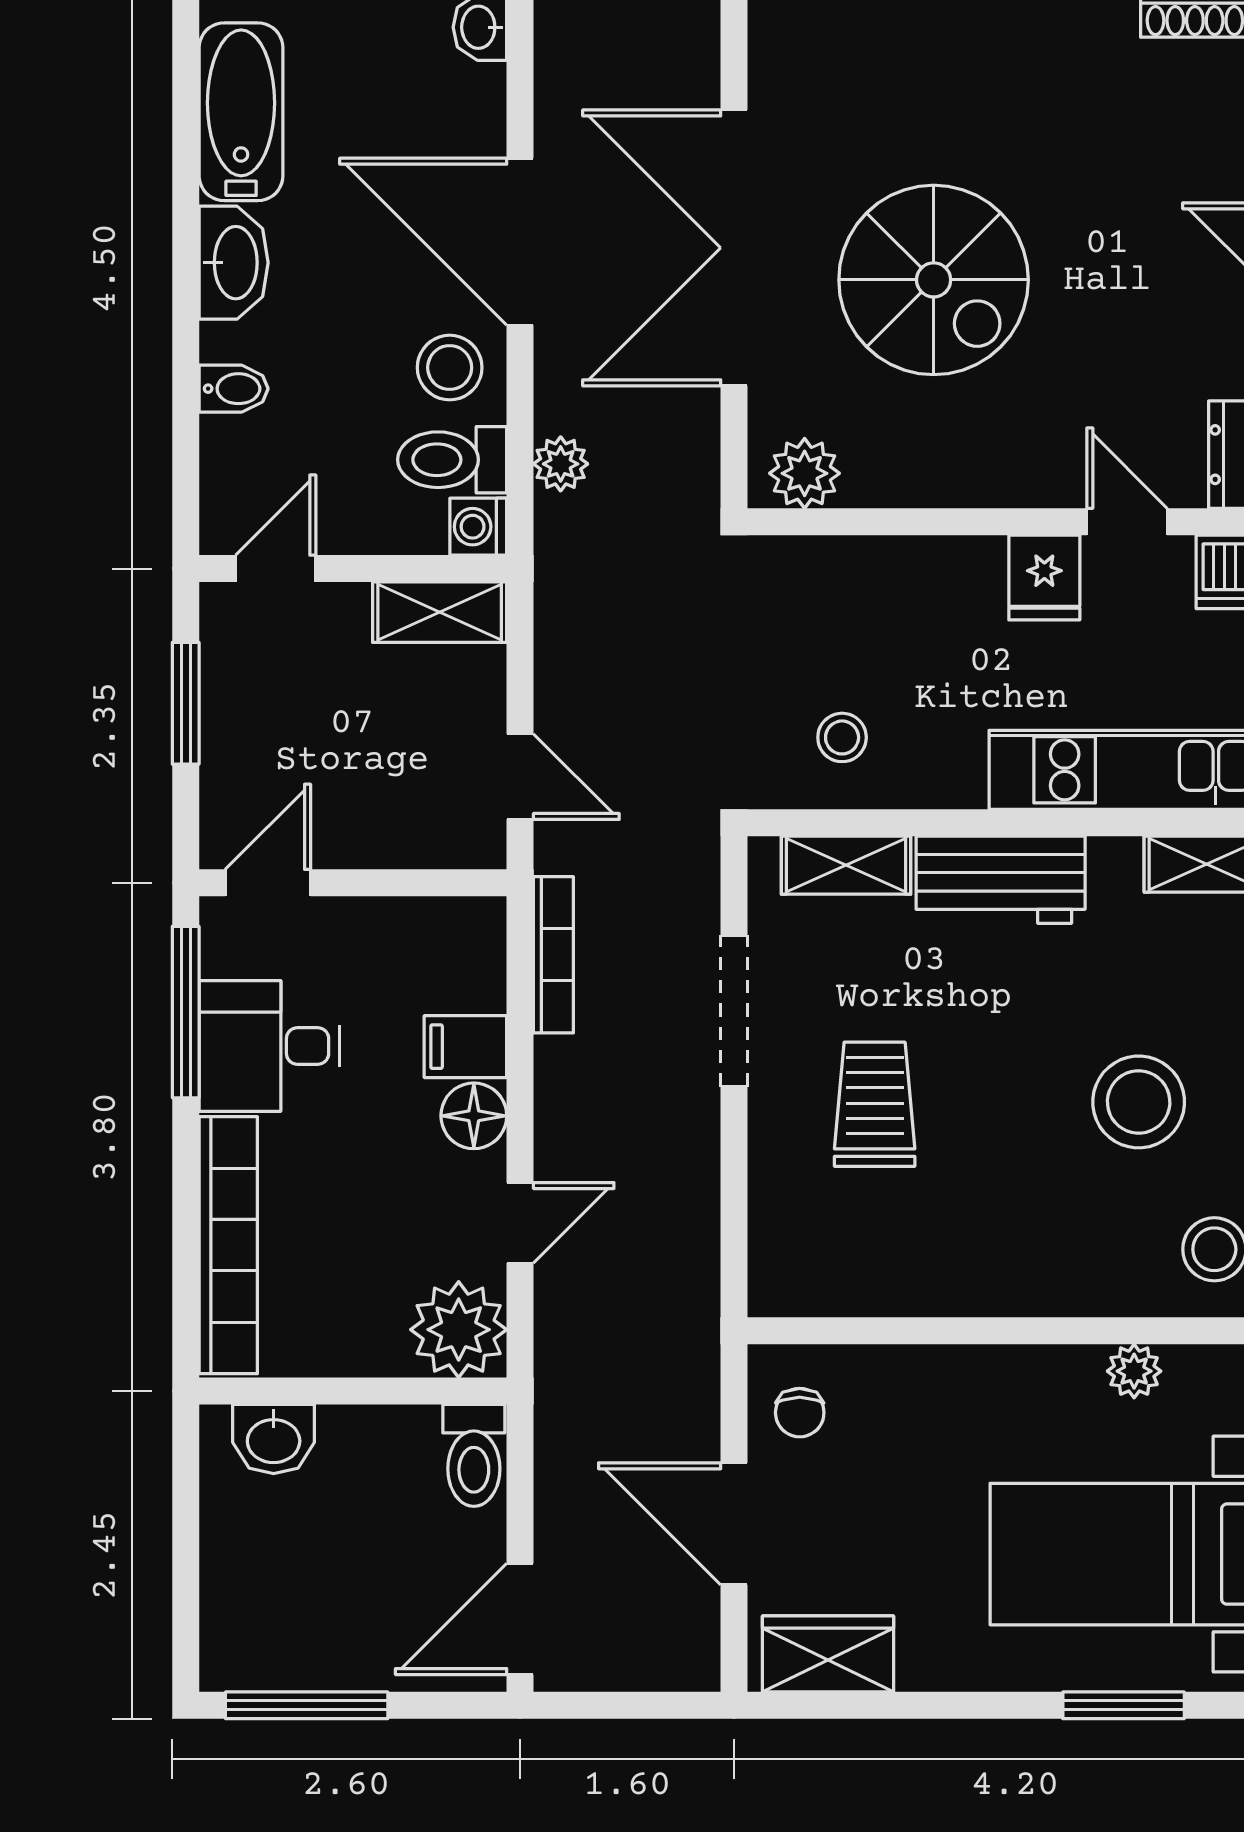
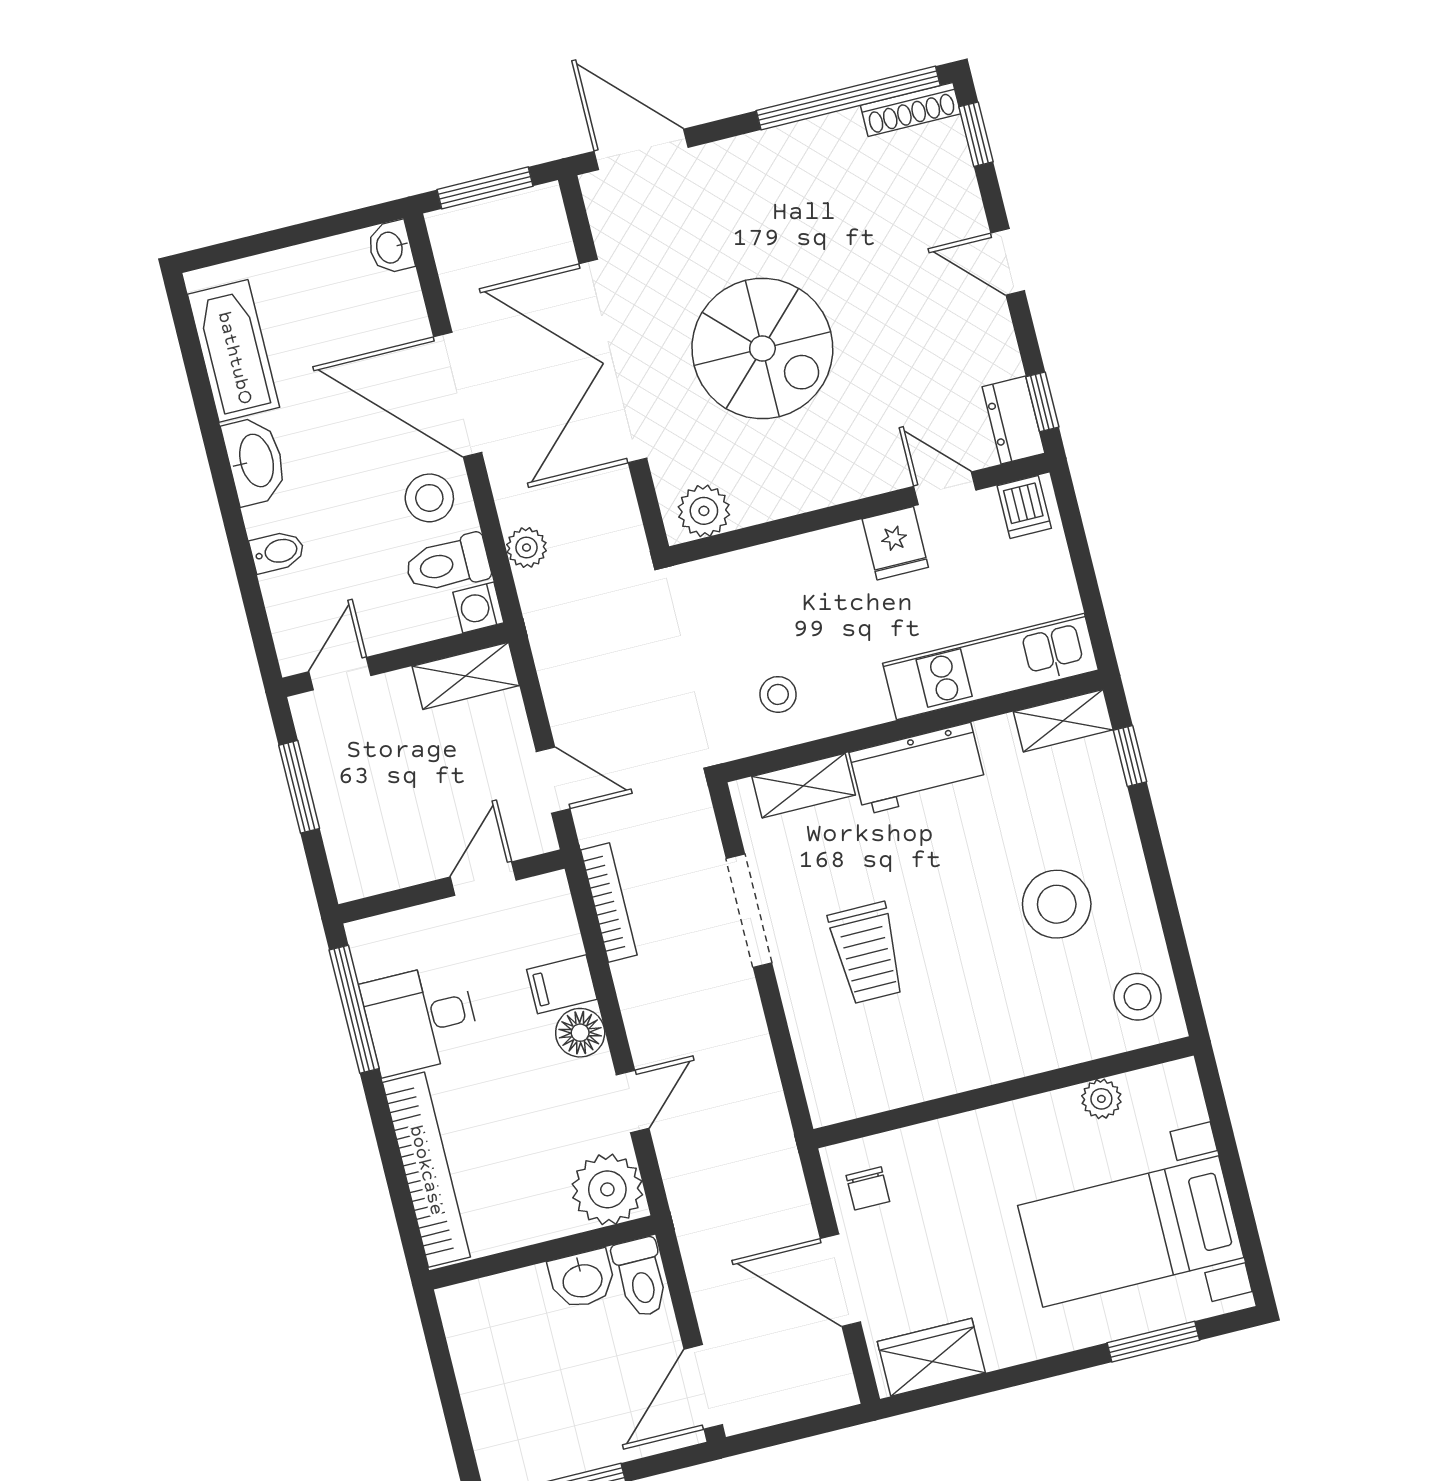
door: (268, 883) -> (483, 879), moved
trolley: (875, 1104) -> (867, 953), turned 180
washbasin: (274, 1439) -> (582, 1279), moved

